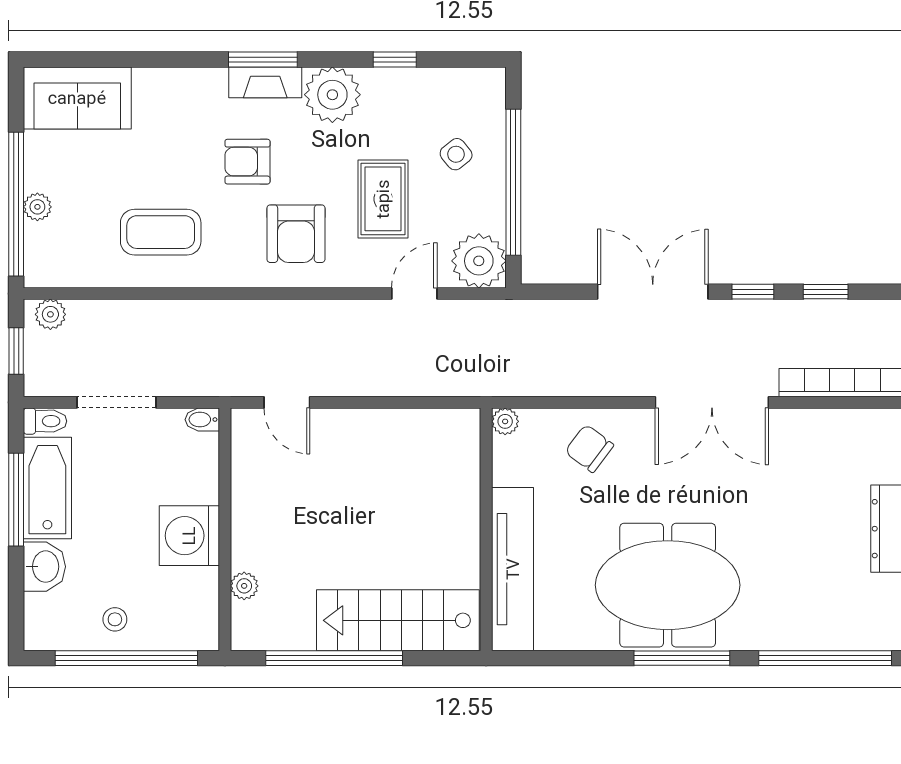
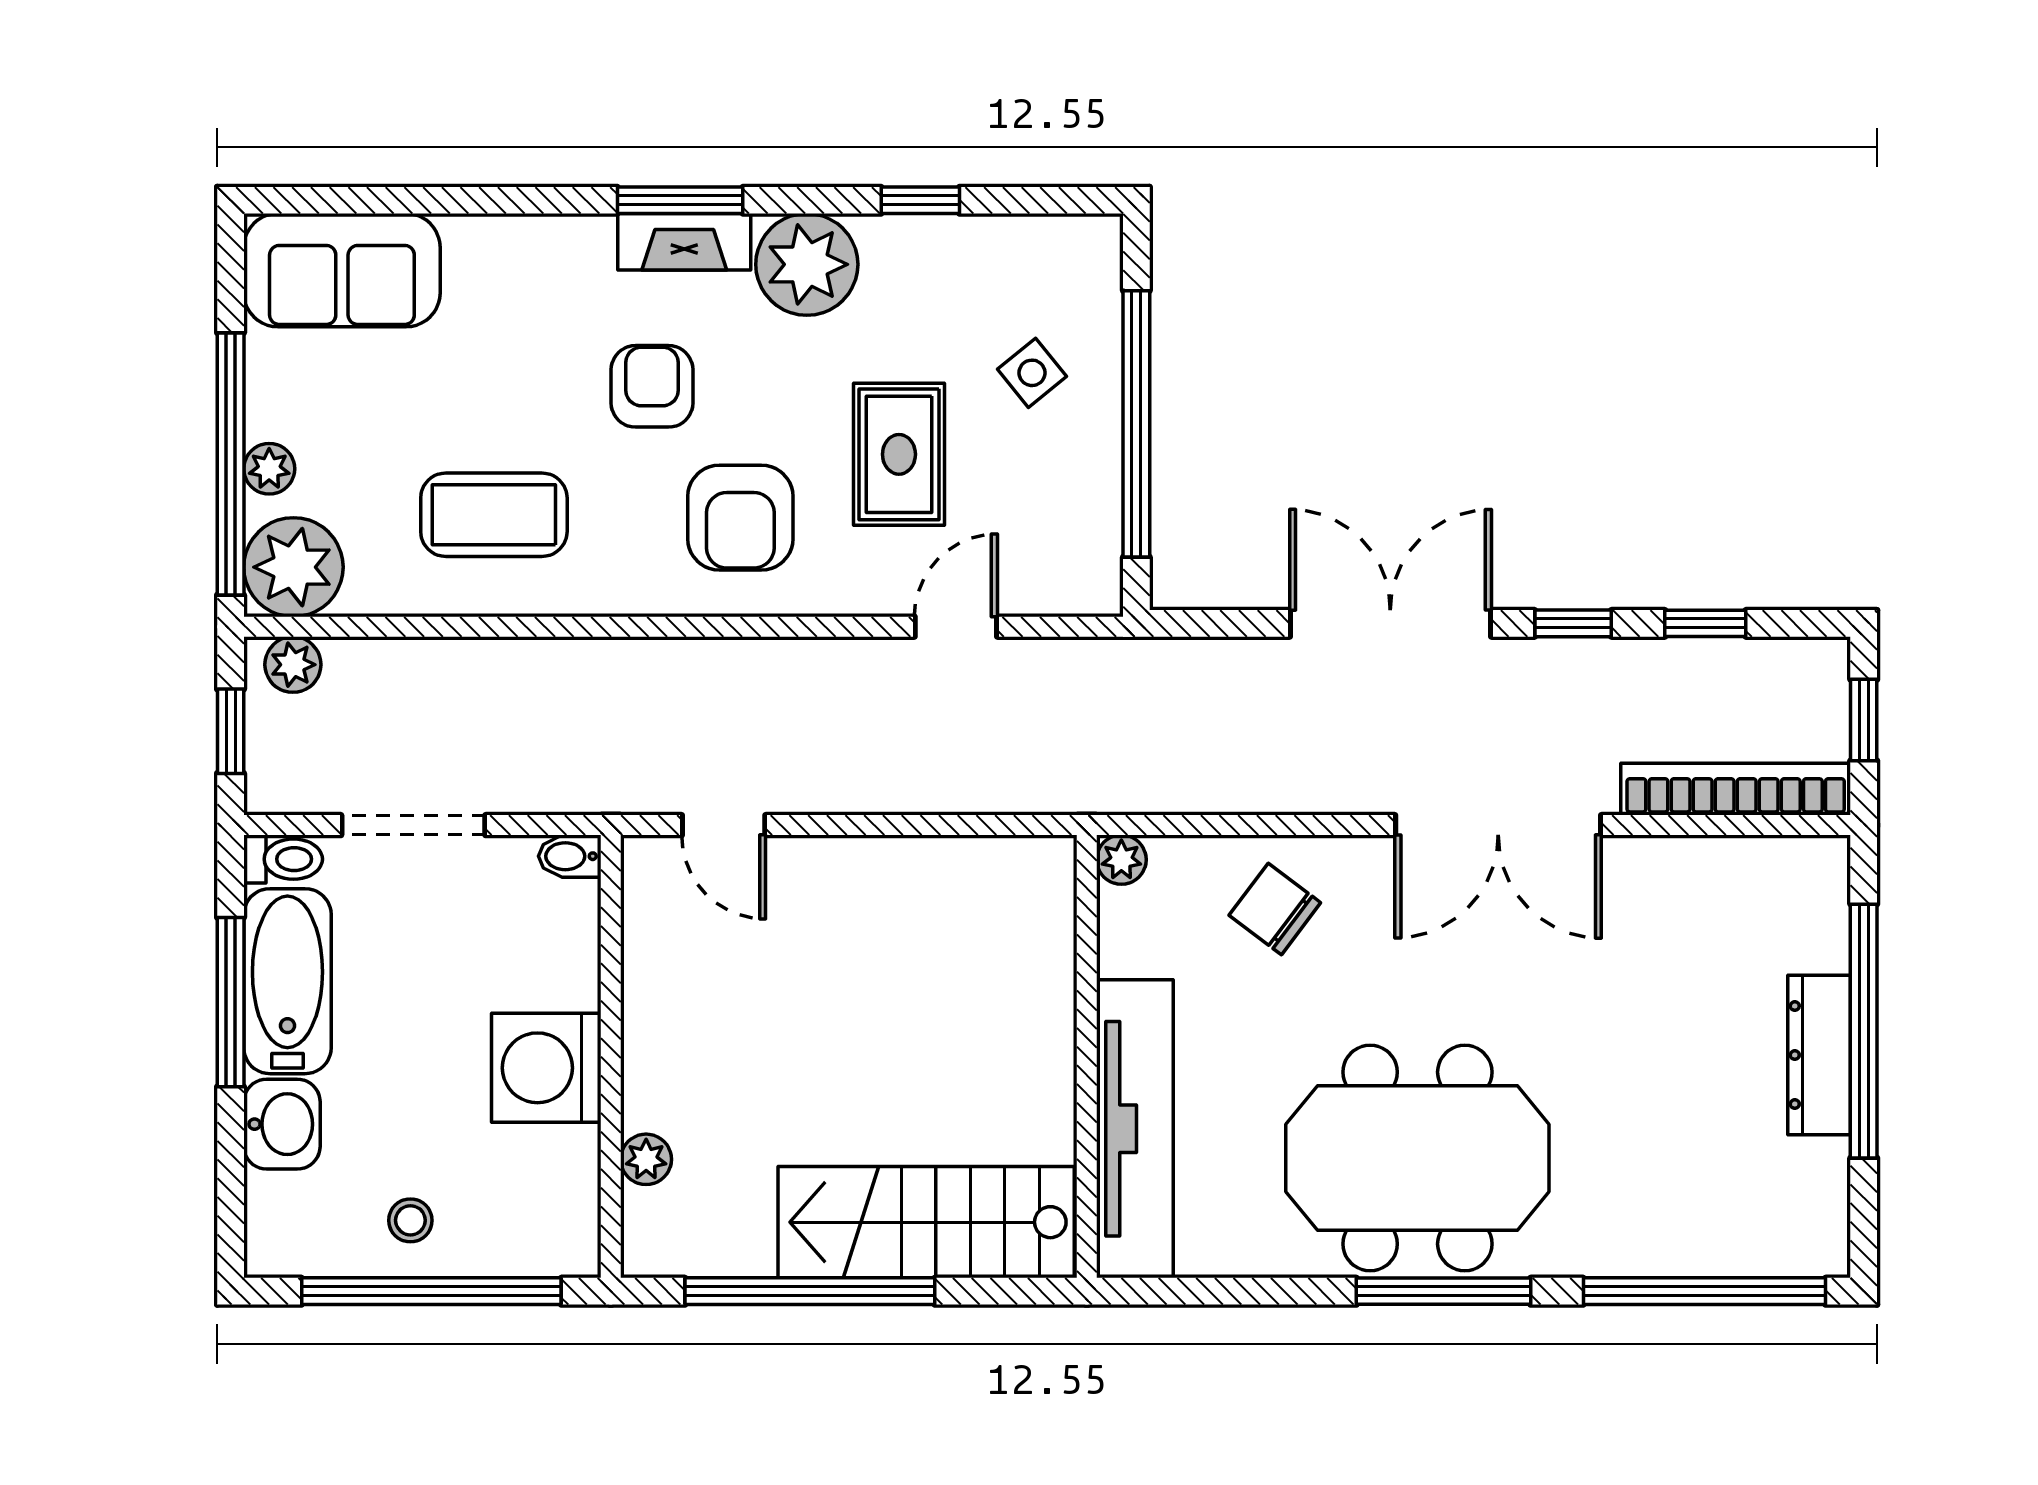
armchair: (247, 162) -> (652, 386), turned 90
plant: (479, 261) -> (293, 567), moved

